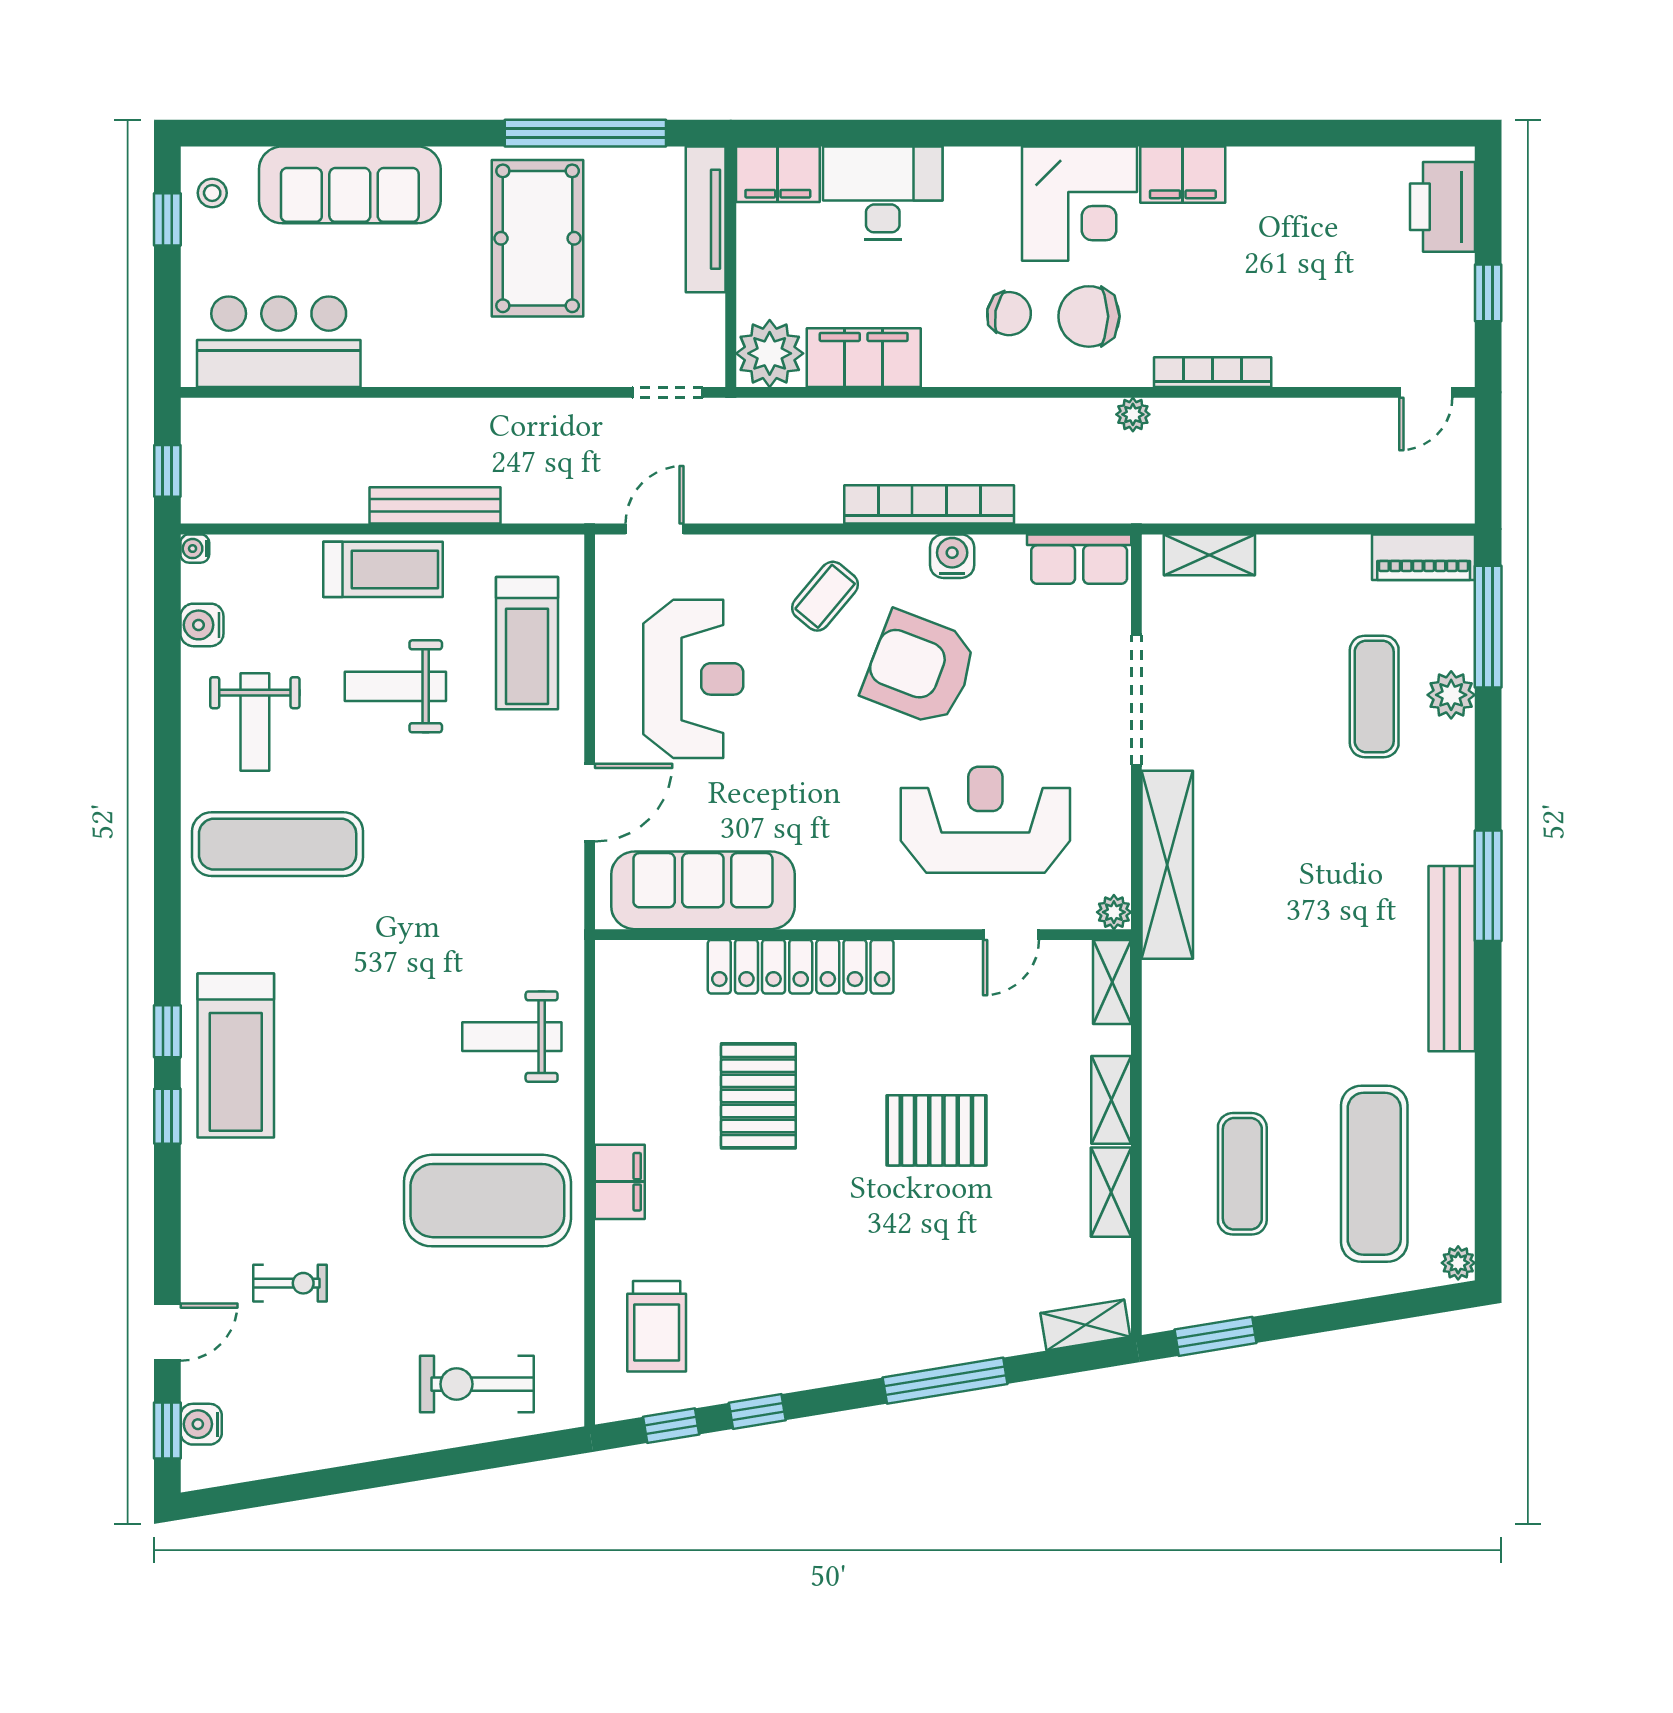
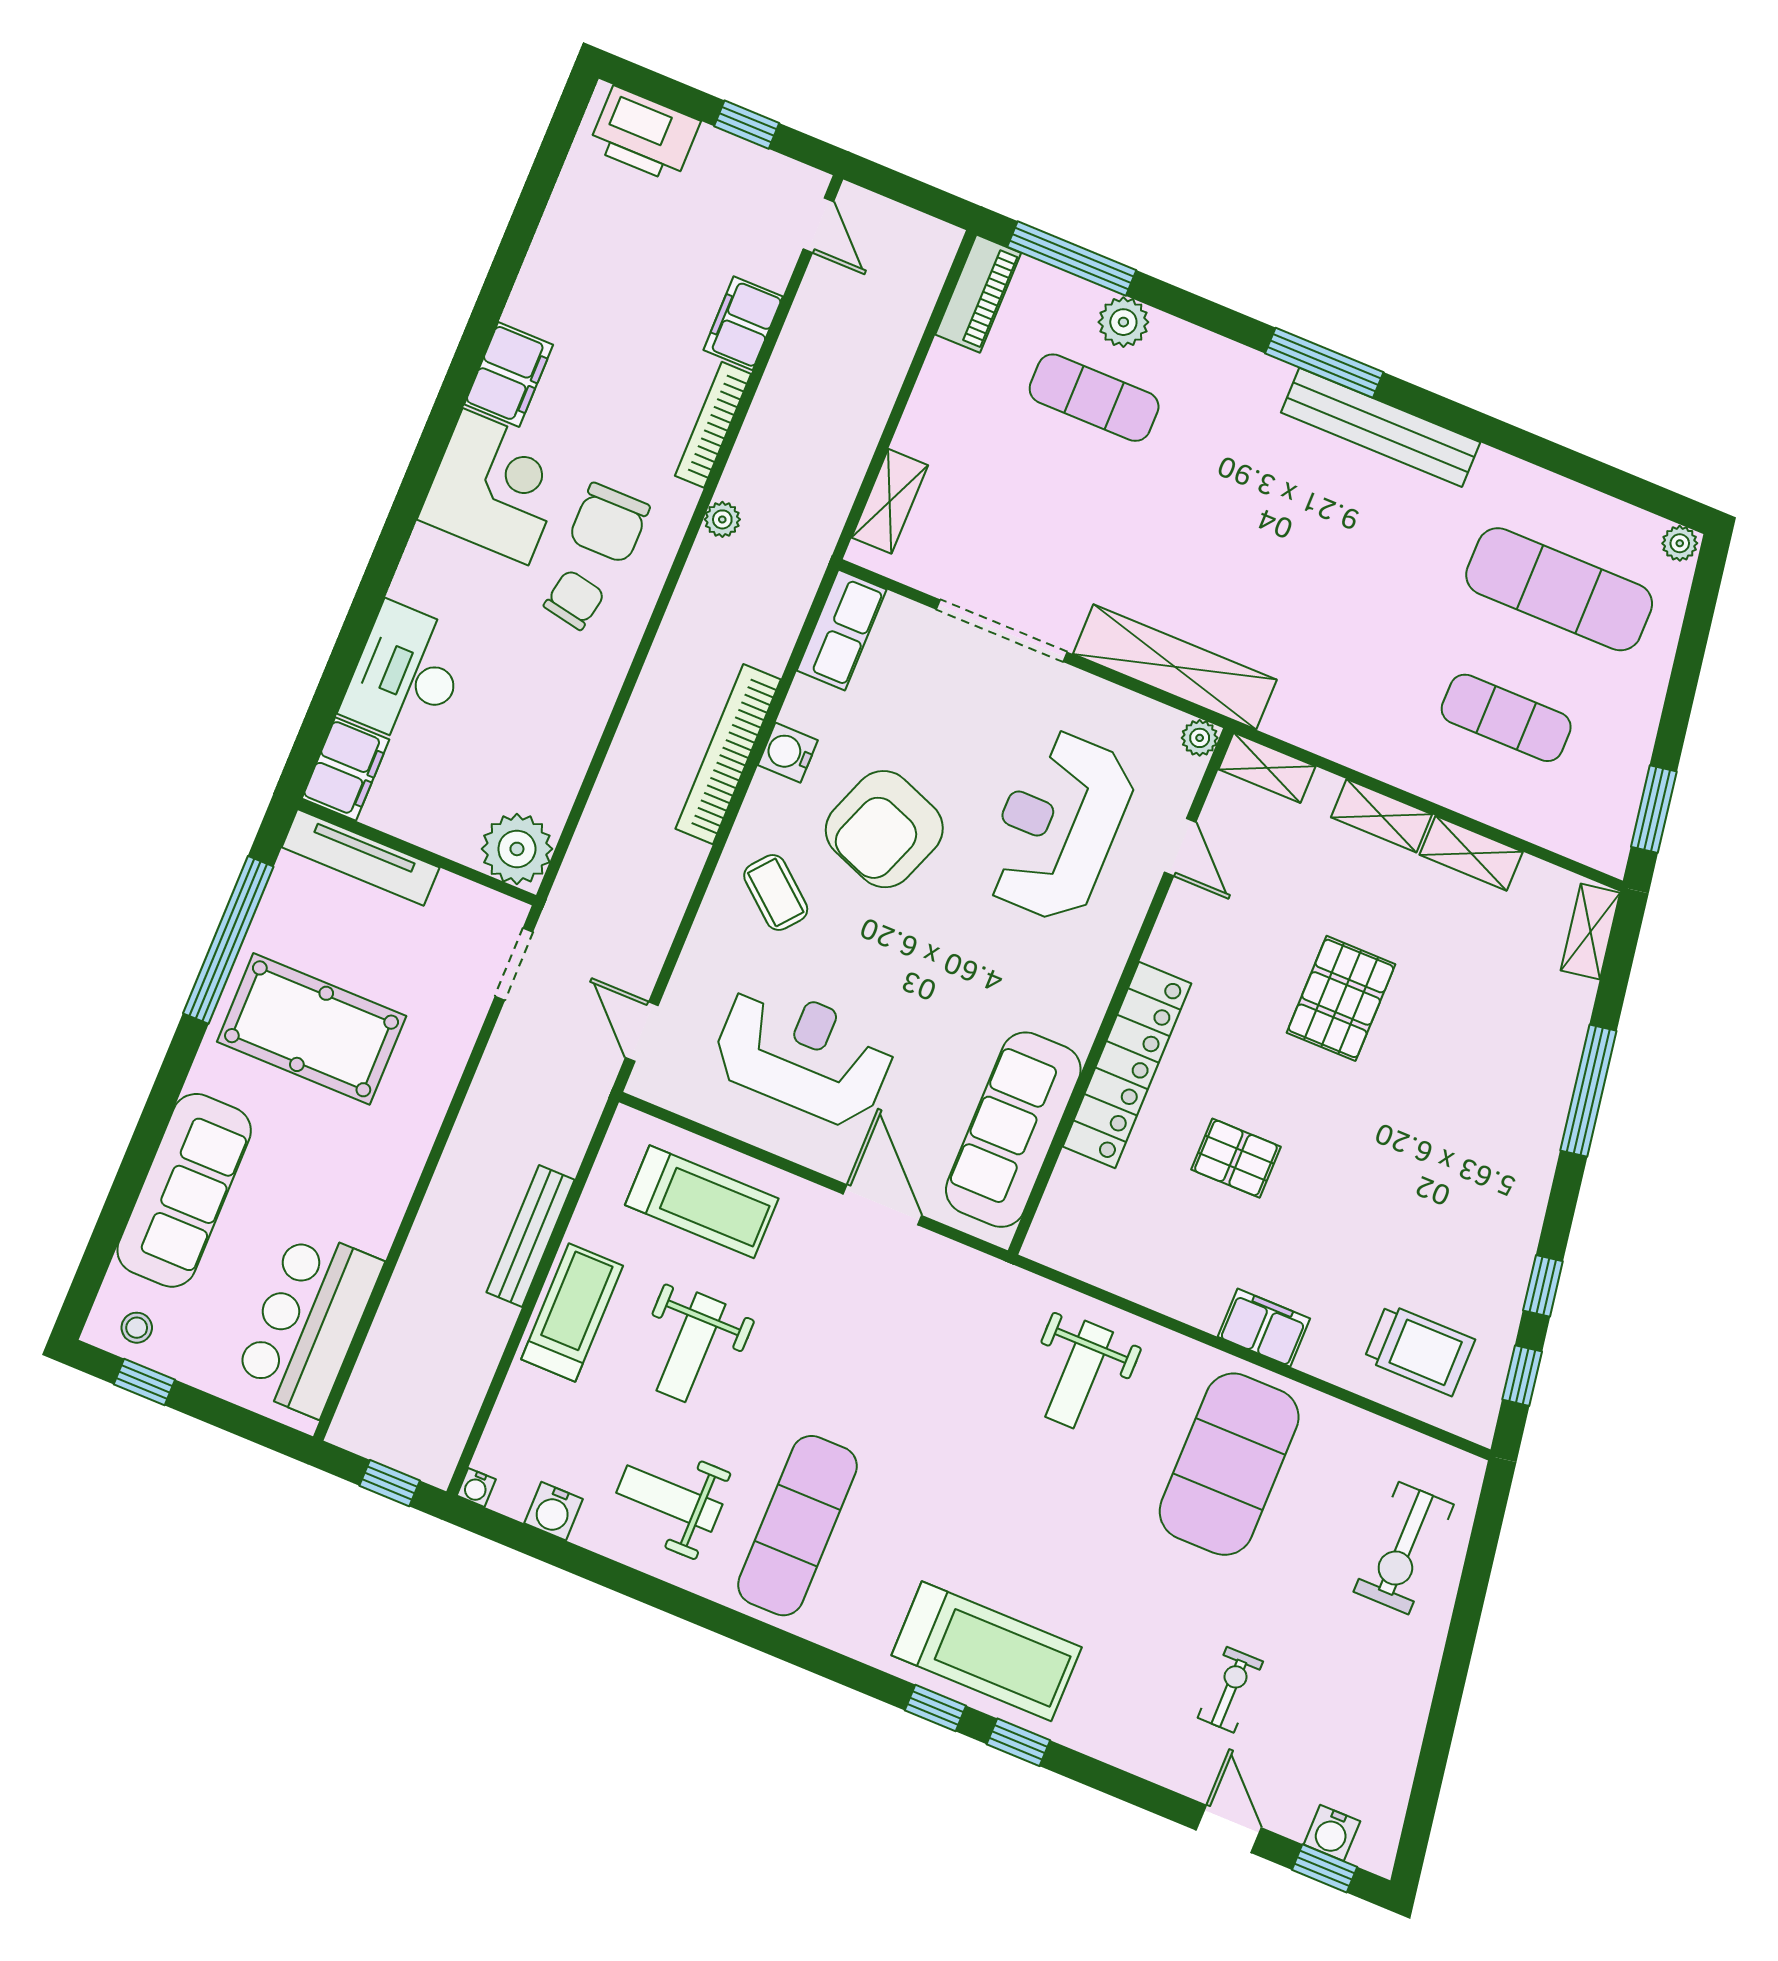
filing cabinet: (864, 358) -> (743, 323), moved, width x0.67, depth x0.86
weight bench: (255, 722) -> (669, 1499), turned 180
pallet: (758, 1096) -> (1236, 1158), width x0.67, depth x0.71

